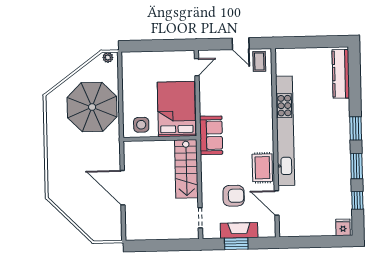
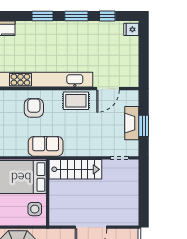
armchair: (234, 196) -> (34, 108), moved

